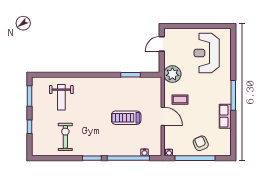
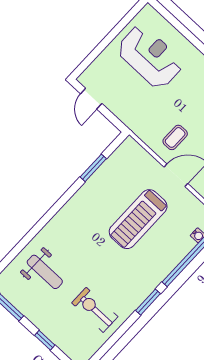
reception desk: (207, 53) -> (150, 57), turned 180
plant: (172, 74) -> (137, 119), removed
treadmill: (126, 118) -> (138, 219), width x1.37, depth x1.38

